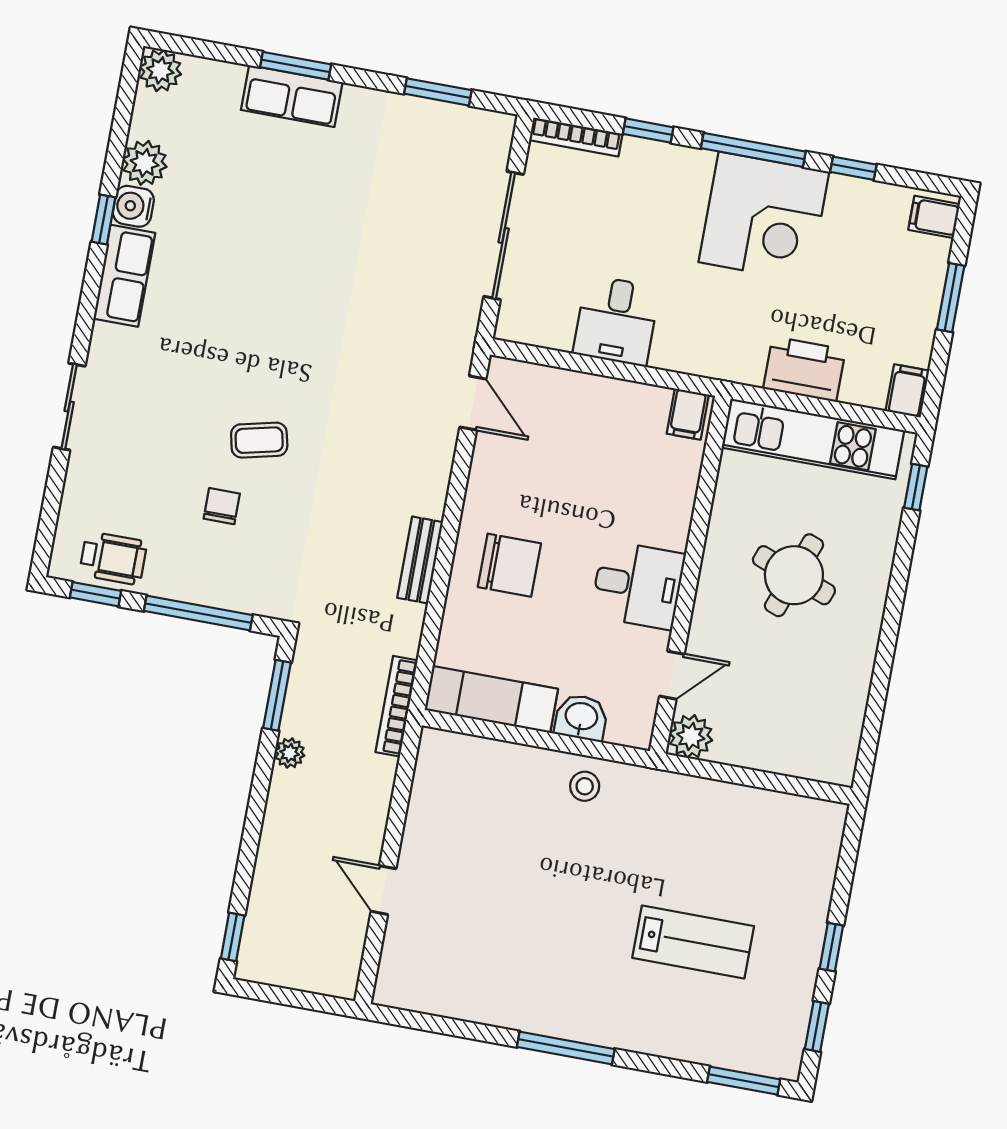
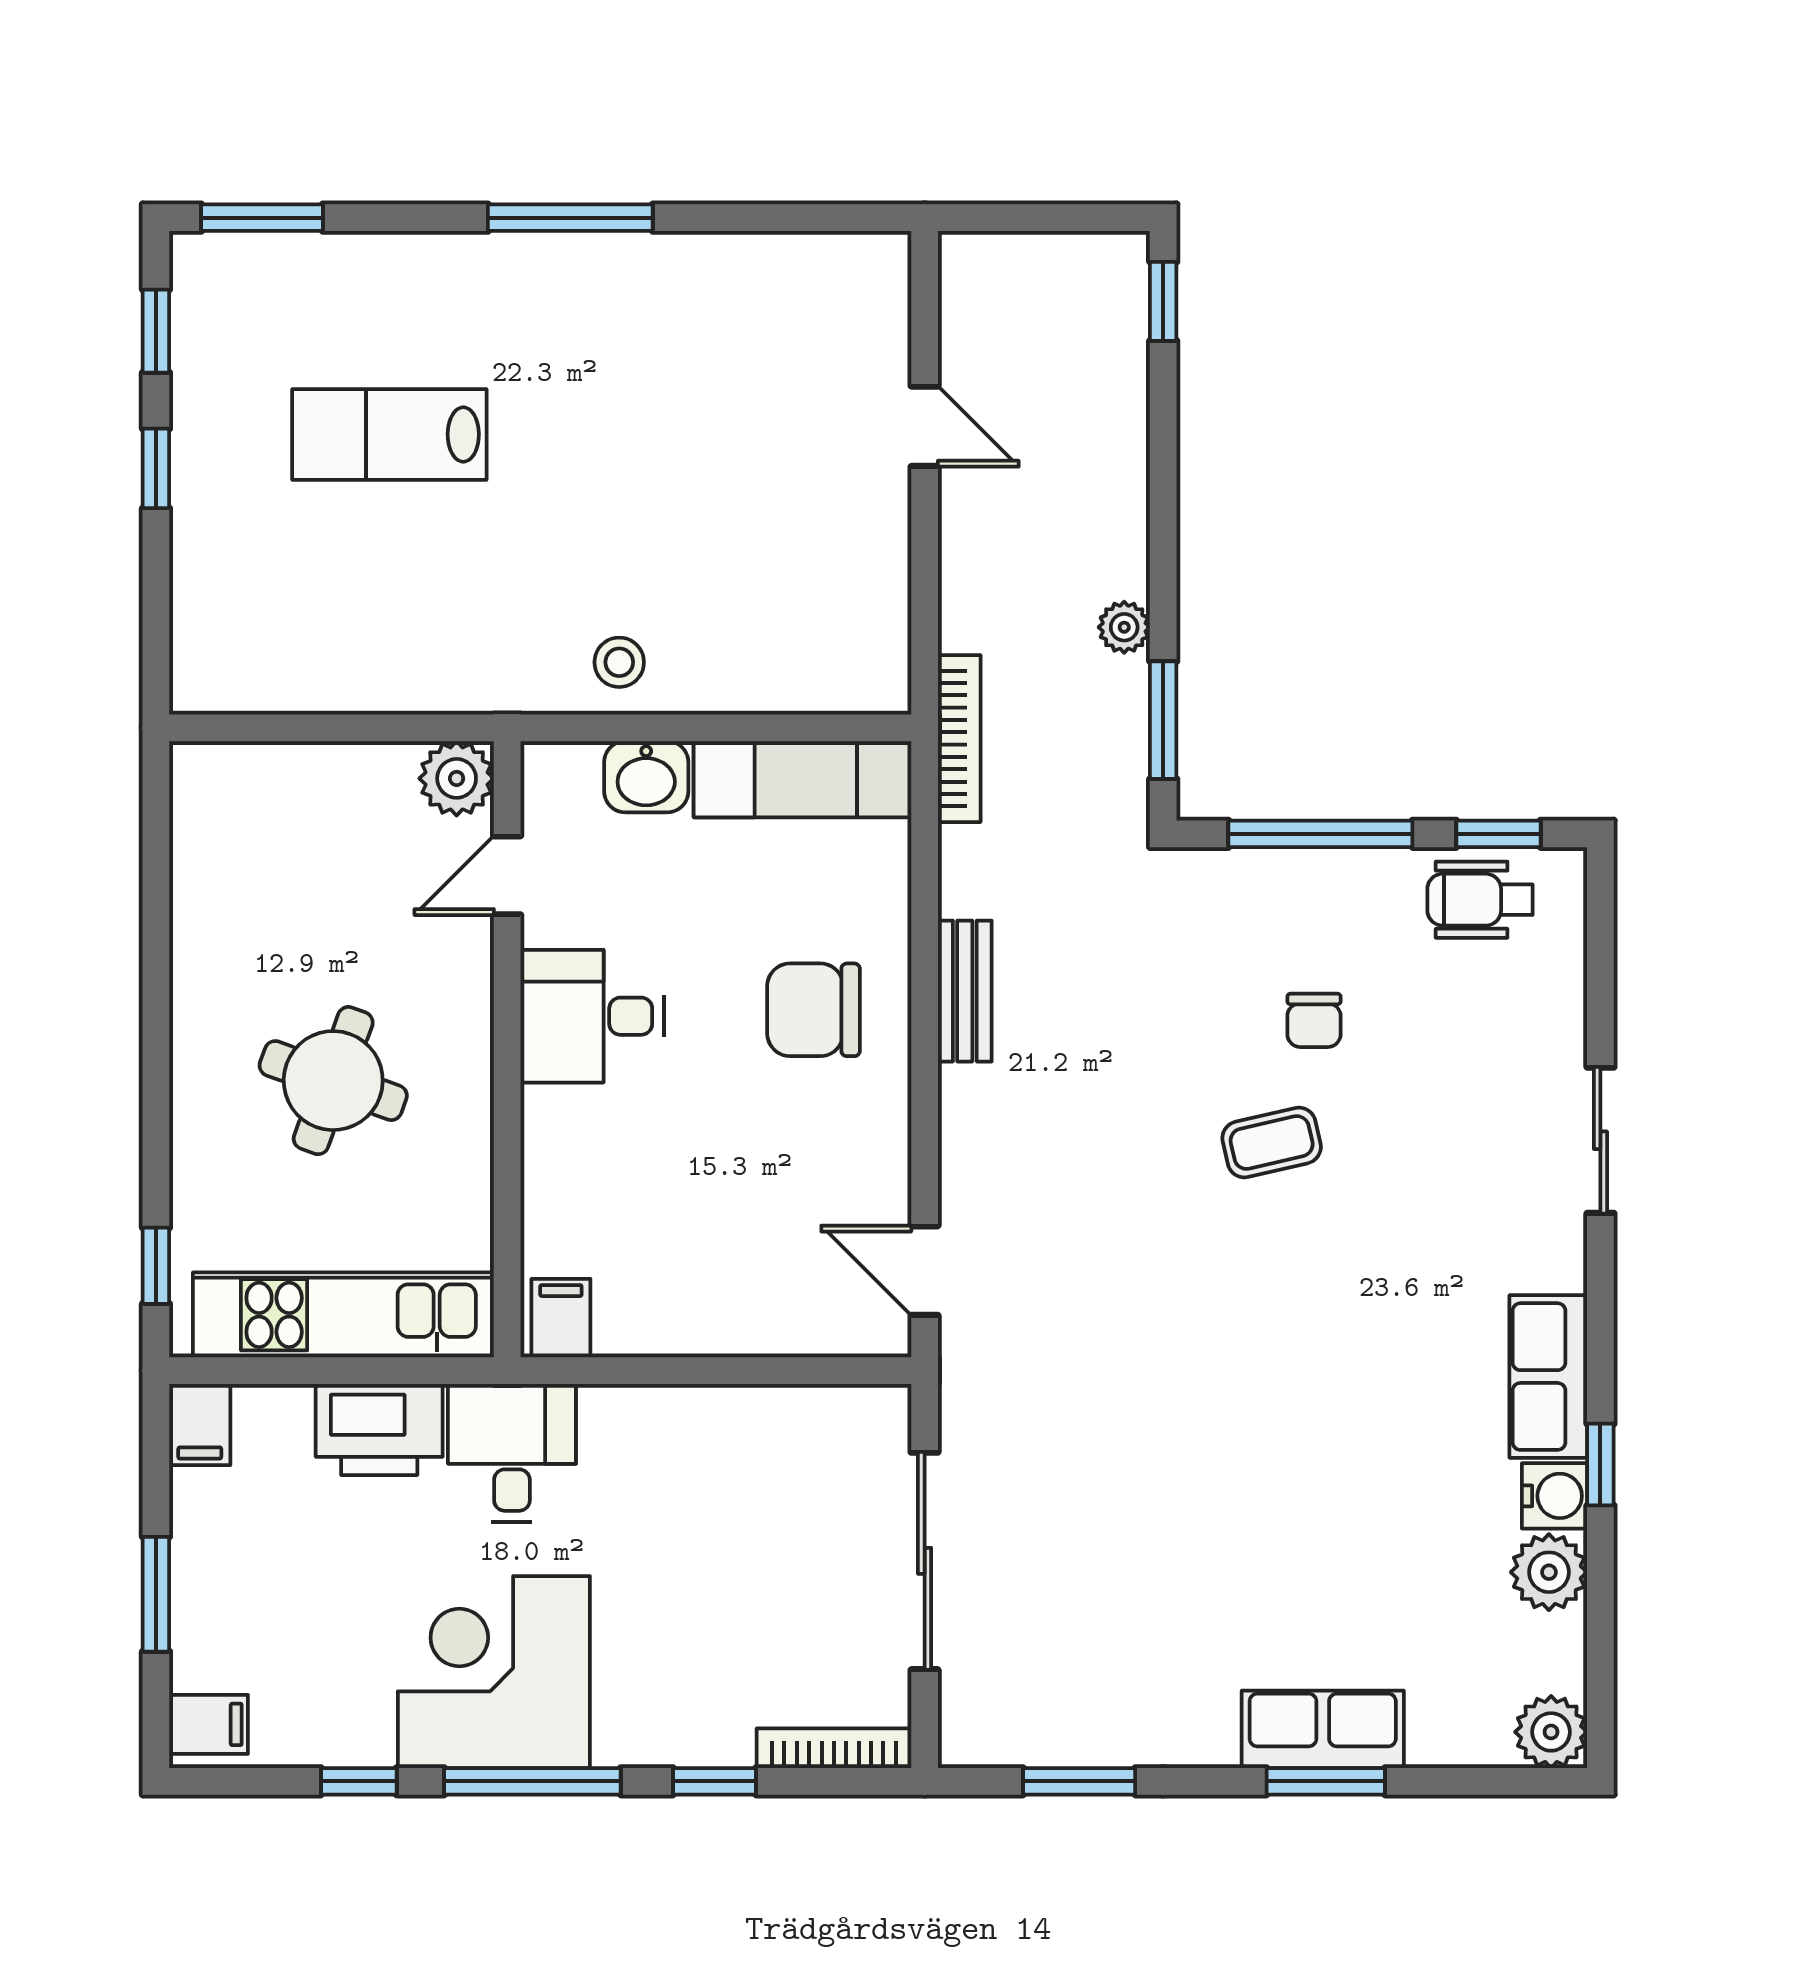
desk: (616, 321) -> (512, 1453), moved

